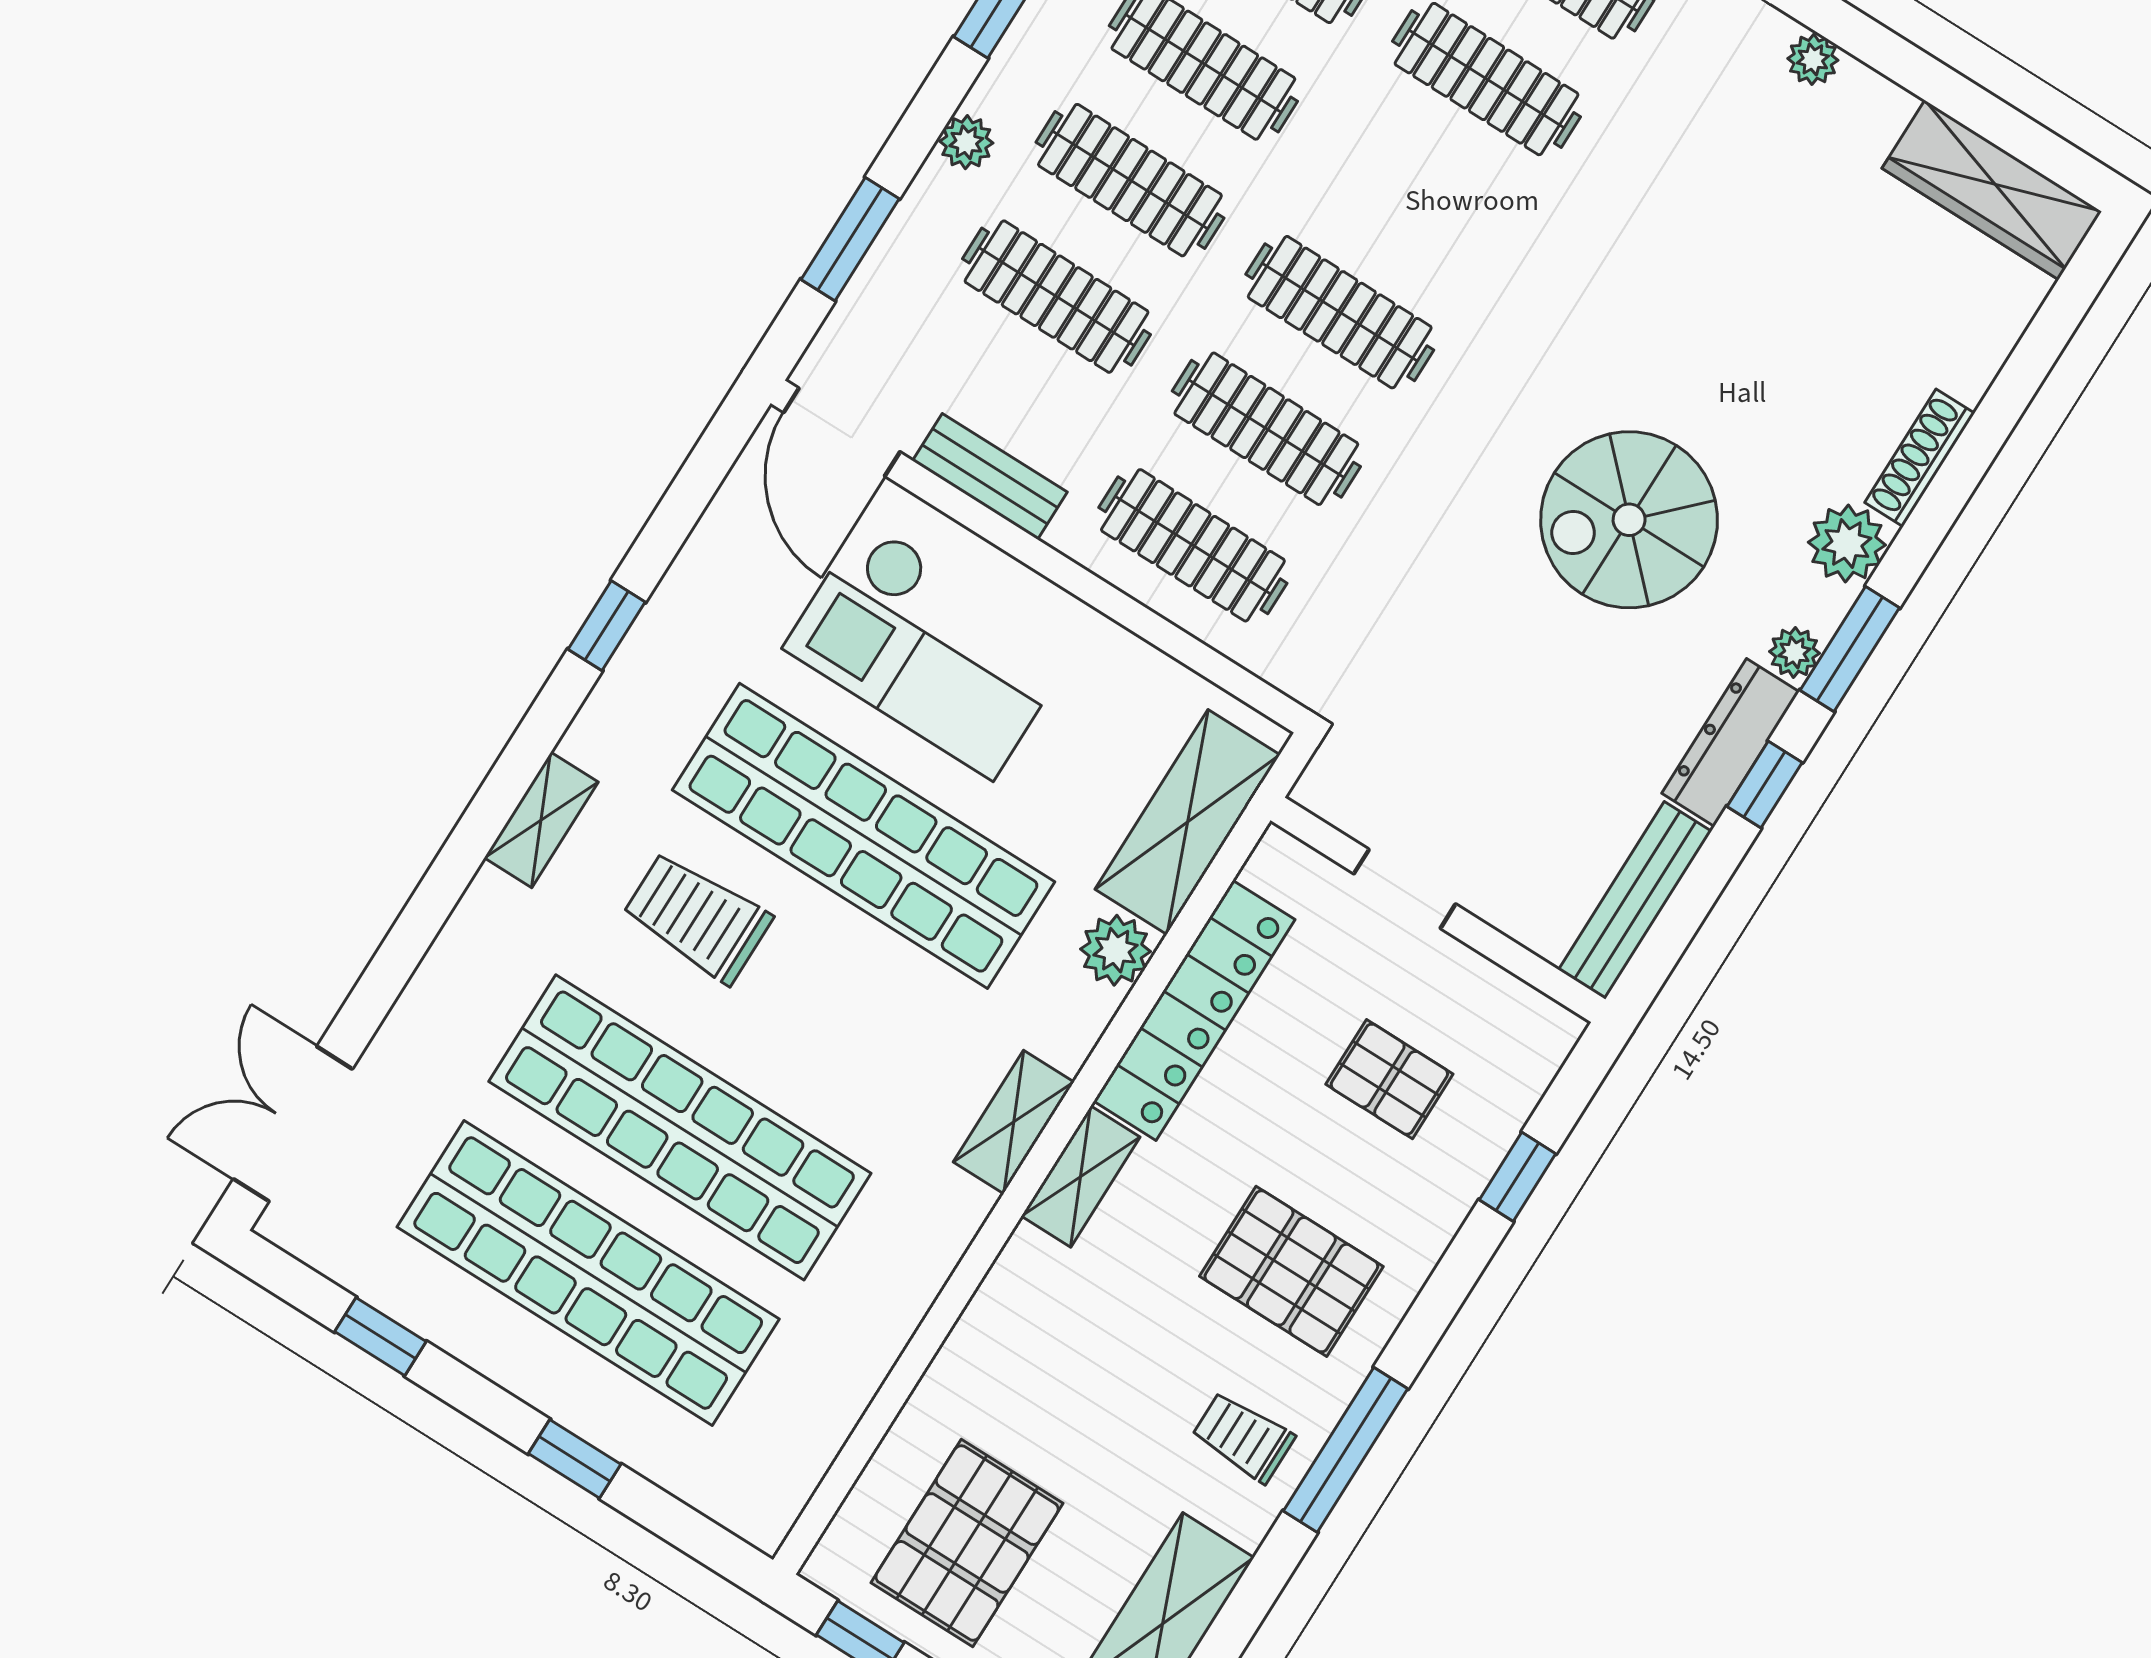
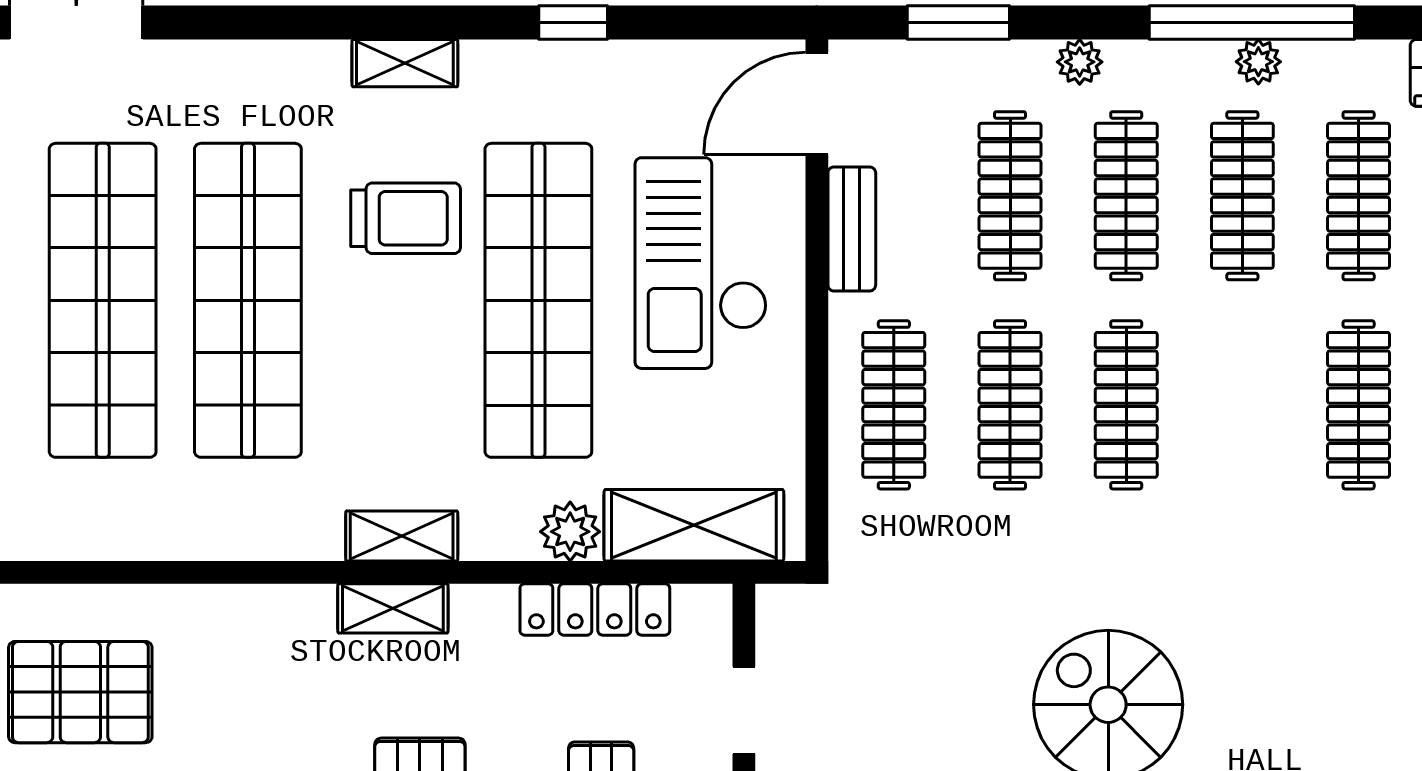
trolley: (697, 917) -> (406, 218), turned 90
locker: (1194, 1010) -> (595, 609), width x0.71, depth x0.83

